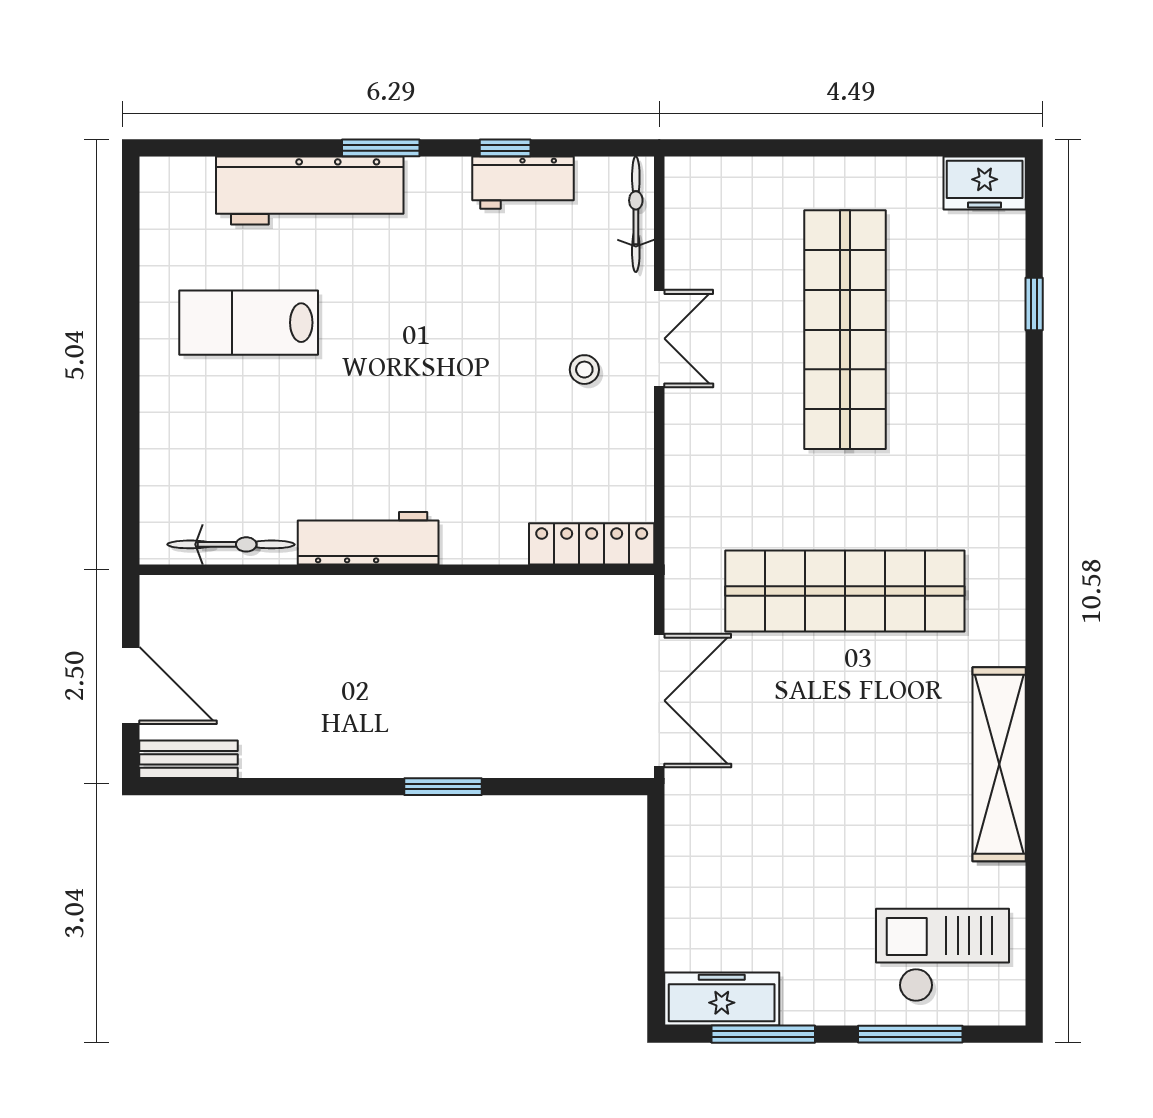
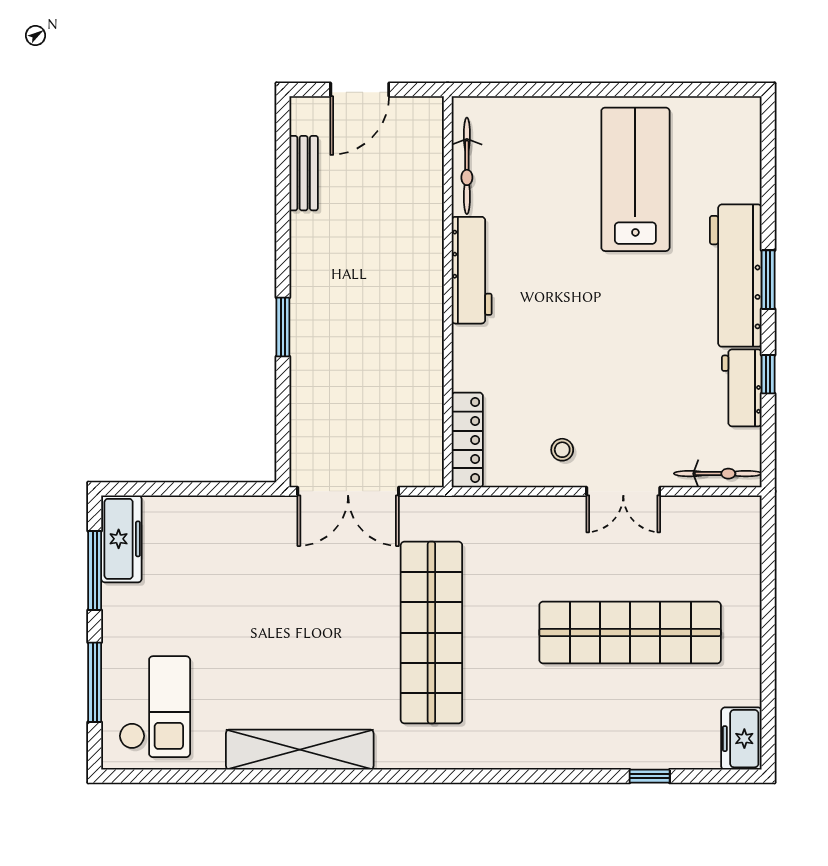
workbench: (310, 191) -> (736, 276), moved
lab bench: (249, 323) -> (635, 179), width x1.36, depth x1.39
stool: (584, 370) -> (562, 450), moved
bench: (189, 759) -> (304, 173), moved

